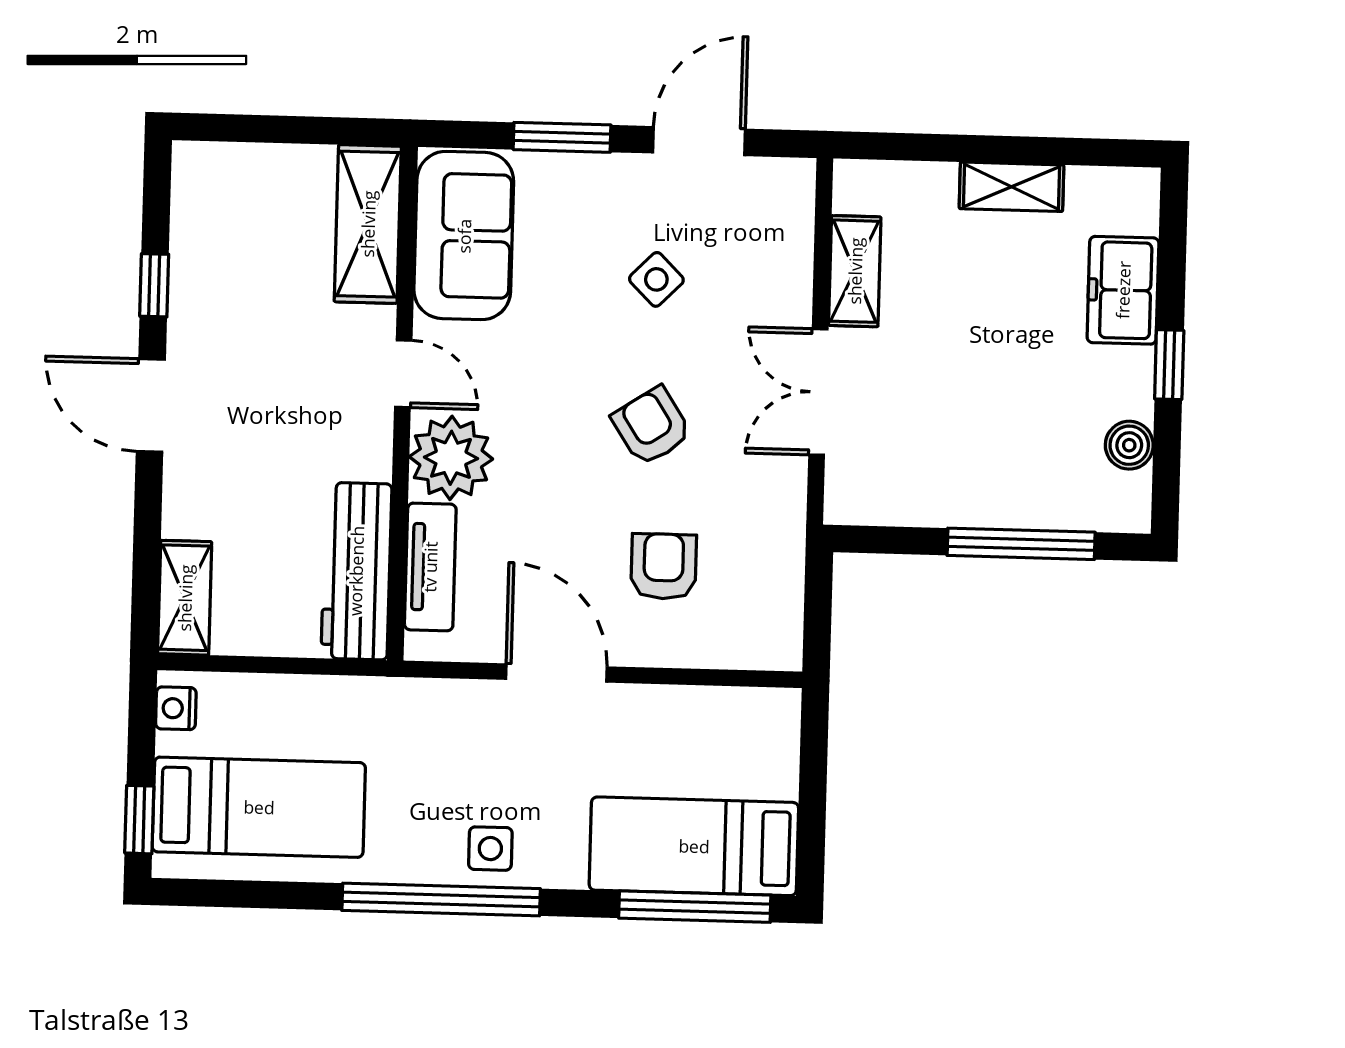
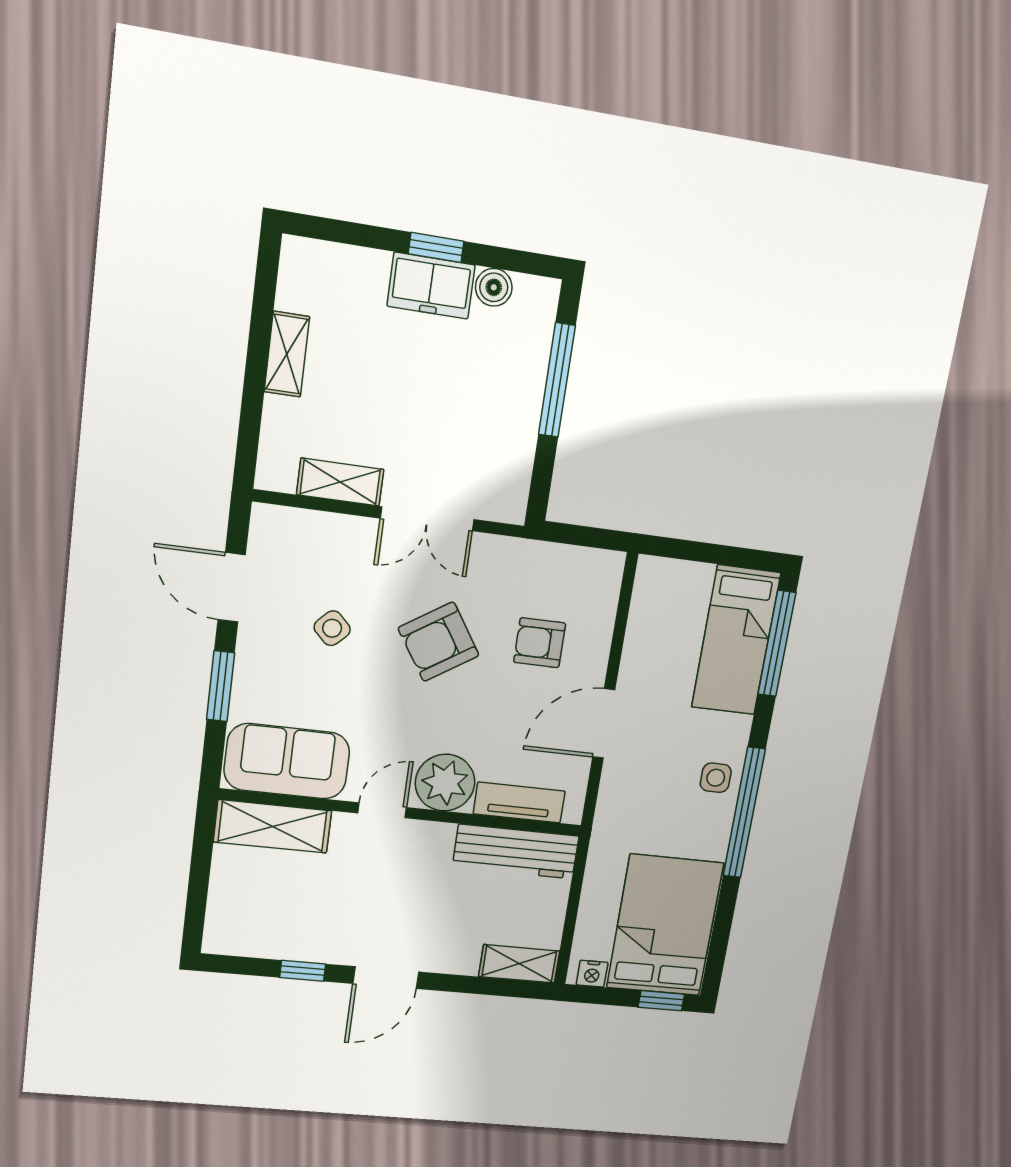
freezer: (1123, 290) -> (431, 286), moved
armchair: (652, 426) -> (439, 642), width x1.38, depth x1.38
bed: (259, 807) -> (665, 925), width x1.50

